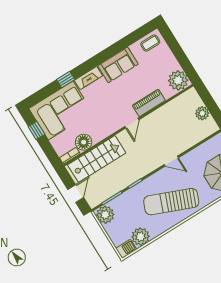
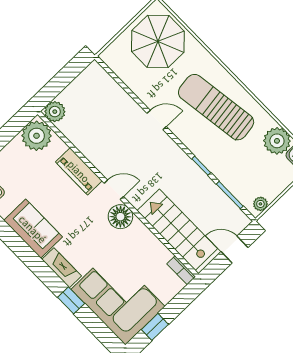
plant: (202, 113) -> (55, 112), moved
floor lamp: (84, 142) -> (120, 217), moved
door: (171, 161) -> (157, 120), hinge flipped
sun lounger: (171, 202) -> (216, 107), turned 150
plant: (105, 215) -> (260, 204), width x0.53, depth x0.53

